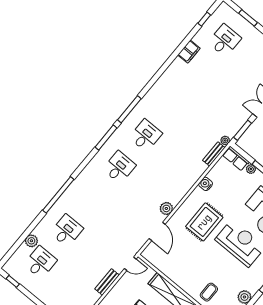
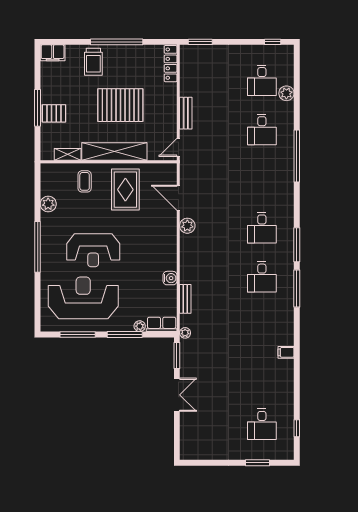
filing cabinet: (189, 52) -> (286, 352), moved, width x0.50
bench: (214, 154) -> (185, 299), moved
rug: (204, 222) -> (125, 190), moved

